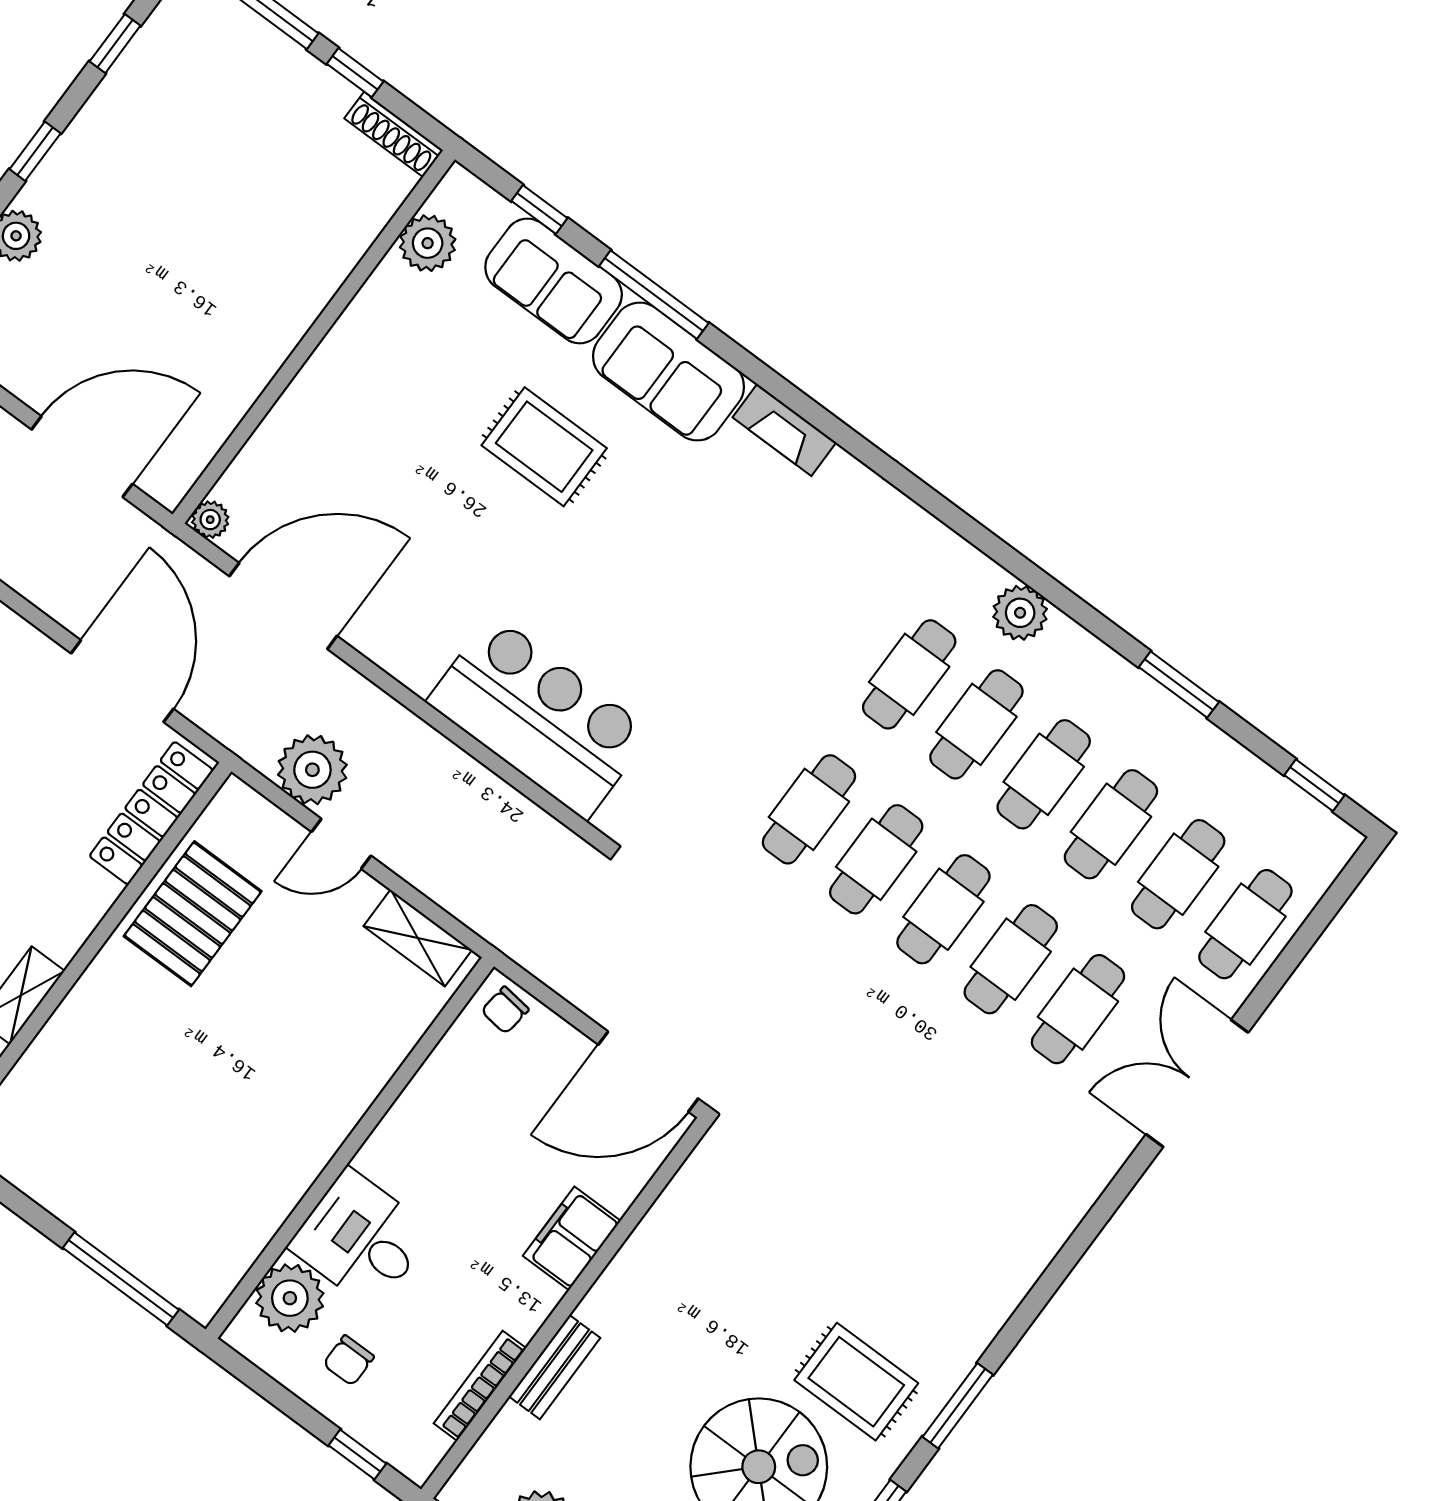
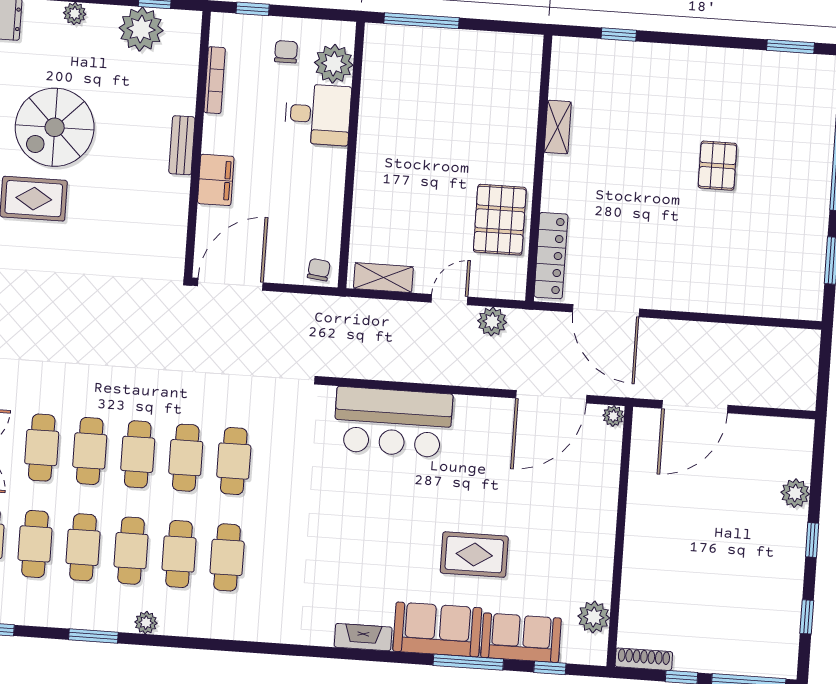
plant: (1020, 613) -> (146, 623), moved, width x0.73, depth x0.73
plant: (312, 770) -> (492, 322), width x0.73, depth x0.73
bench: (555, 1367) -> (182, 145), moved

